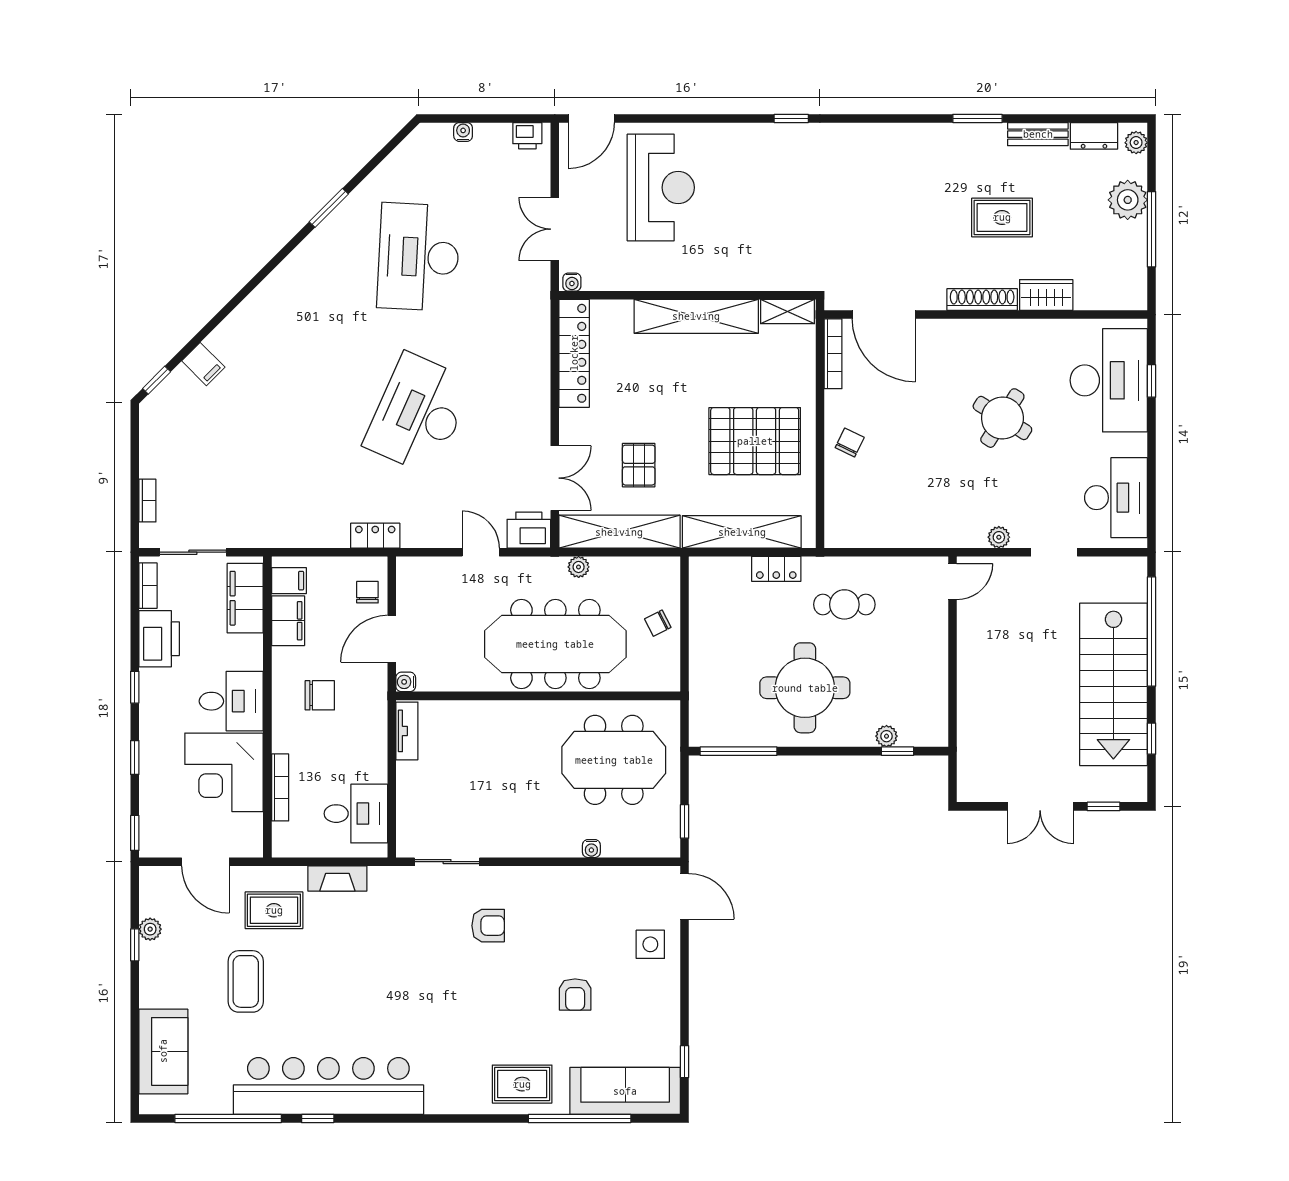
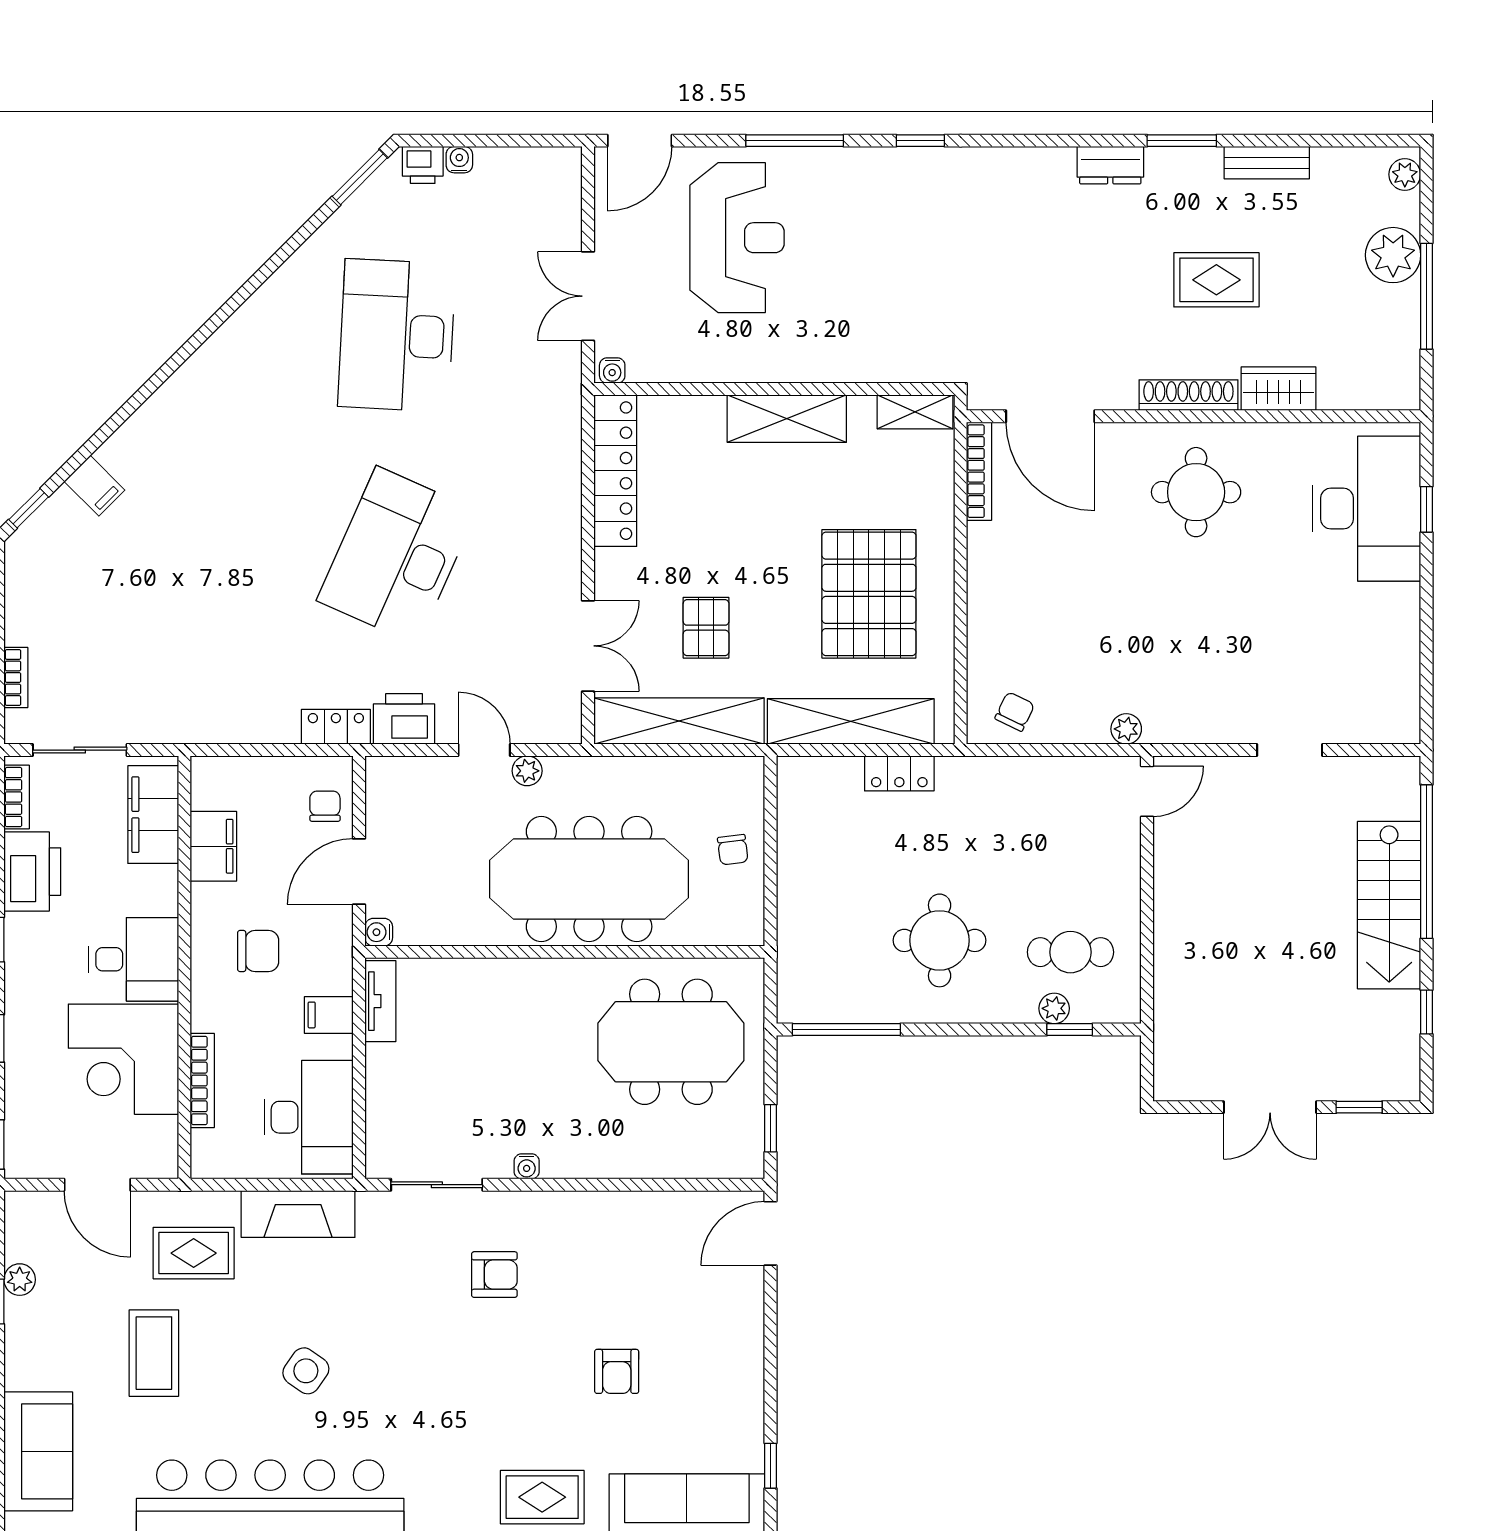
window: (702, 118) -> (795, 141), added
printer: (527, 136) -> (423, 165), moved
dresser: (1094, 136) -> (1110, 165), moved
window: (329, 208) -> (360, 177), moved
shelving: (696, 316) -> (787, 419), width x0.68
round table: (1002, 418) -> (1196, 492), moved, turned -32
pallet: (755, 441) -> (869, 594), turned 90
chair: (850, 443) -> (1015, 711), moved
desk: (1116, 498) -> (1376, 673), removed
printer: (529, 530) -> (404, 719), moved
plant: (999, 537) -> (1126, 729), moved
plant: (579, 567) -> (527, 771), moved
filing cabinet: (289, 581) -> (329, 1015), moved, turned 180
cafe table: (844, 604) -> (1070, 952), moved
chair: (658, 623) -> (733, 850), turned -70
stairs: (1113, 684) -> (1389, 905), width x0.73, depth x0.66
round table: (805, 688) -> (940, 940), width x0.73, depth x0.73
desk: (356, 814) -> (309, 1117), width x1.37
water cooler: (591, 849) -> (527, 1166), moved
fireplace: (337, 878) -> (298, 1214), width x1.37, depth x1.32
door: (685, 896) -> (770, 1233), swing flipped
side table: (650, 944) -> (306, 1371), moved, turned 35

